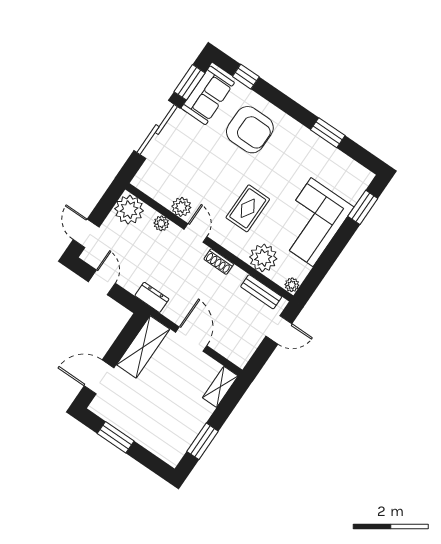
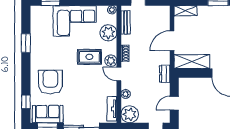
tv unit: (154, 190) -> (112, 109), added
plant: (181, 207) -> (111, 61), moved
door: (196, 233) -> (119, 74), hinge flipped

